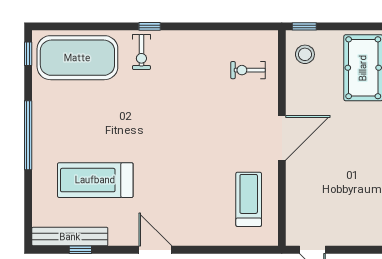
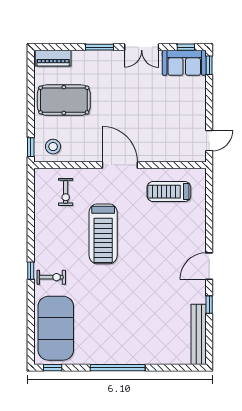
treadmill: (95, 180) -> (103, 234), moved
window: (80, 250) -> (209, 305), moved

